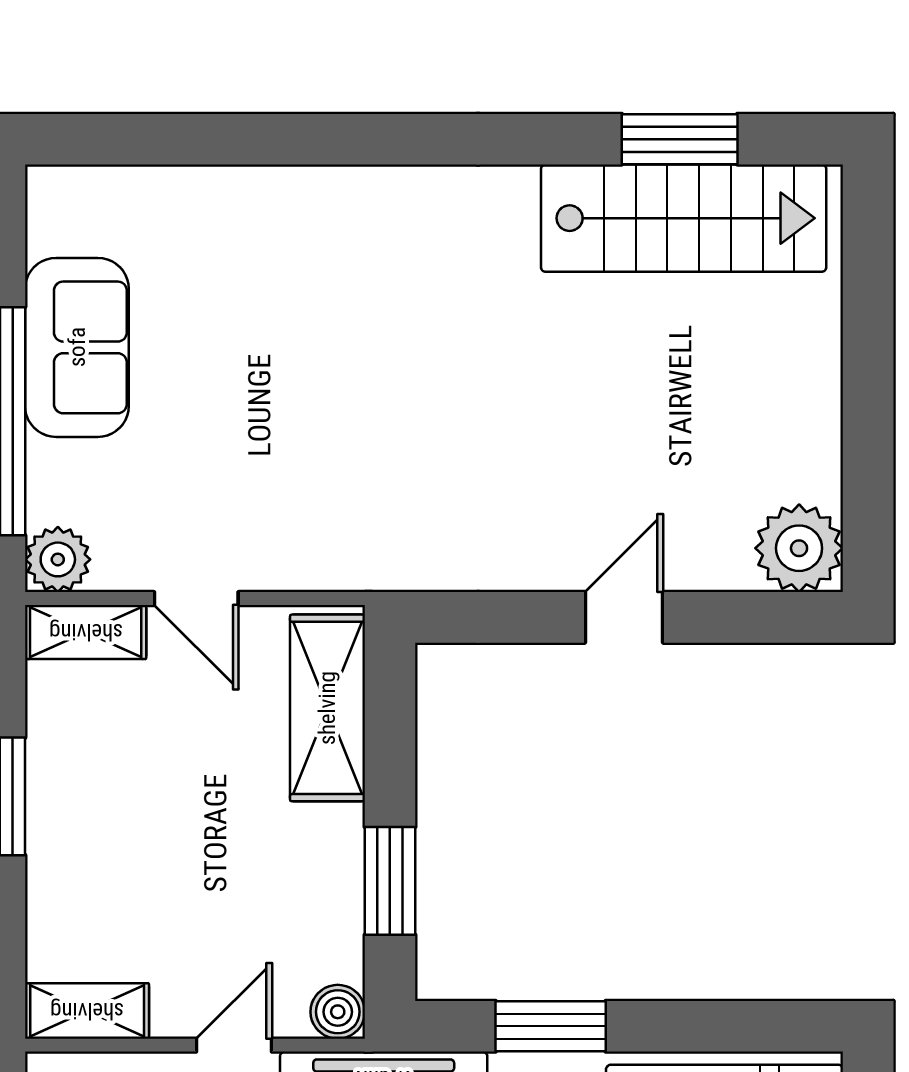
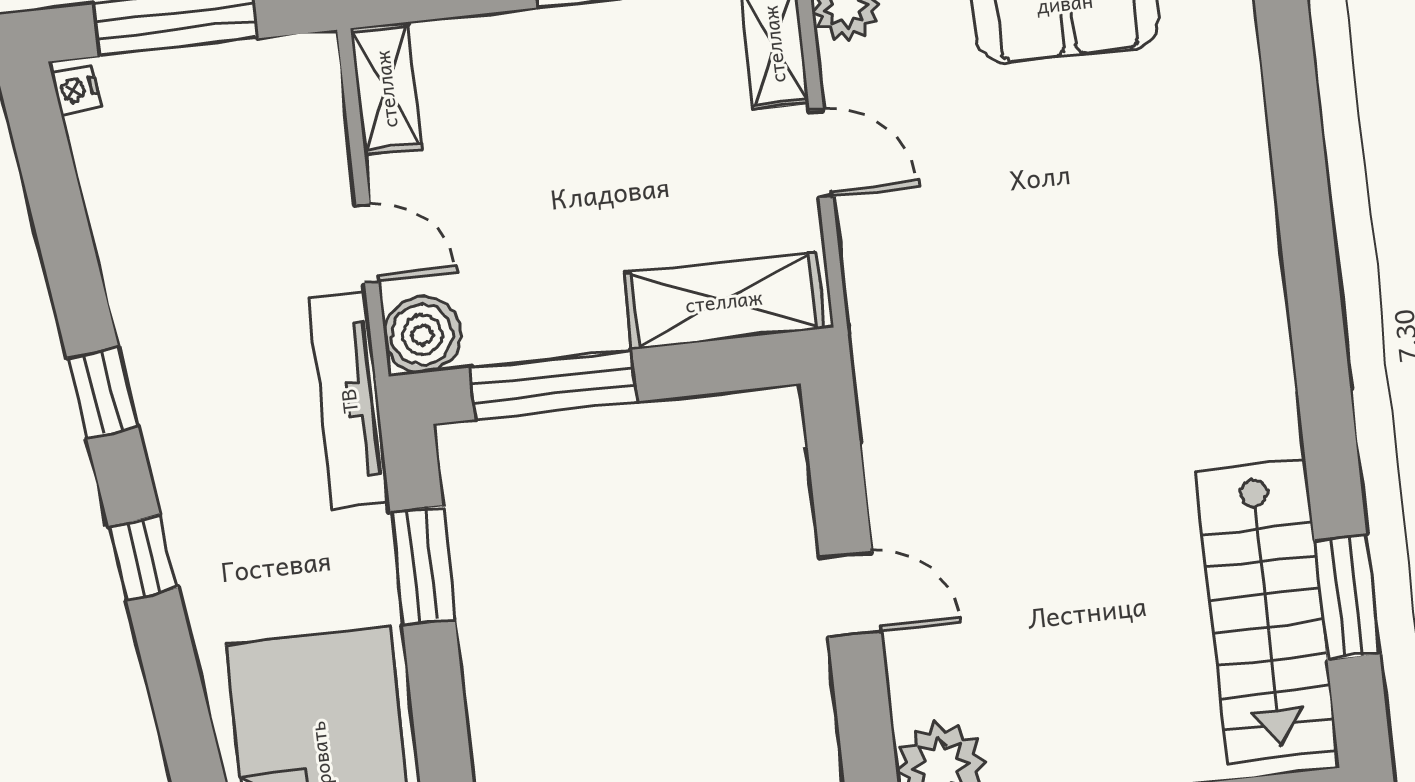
door: (196, 598) -> (821, 154), swing flipped
window: (390, 881) -> (554, 385), width x1.44
boiler: (338, 1012) -> (422, 335), width x1.36, depth x1.36

